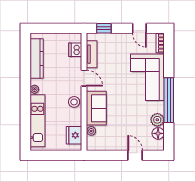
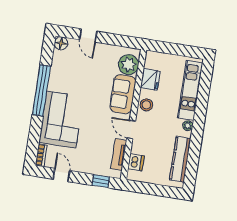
plant: (157, 120) -> (58, 71), removed
plant: (91, 131) -> (129, 65), width x1.87, depth x1.87
floor lamp: (158, 133) -> (61, 43), moved
fridge: (74, 135) -> (150, 80), moved

